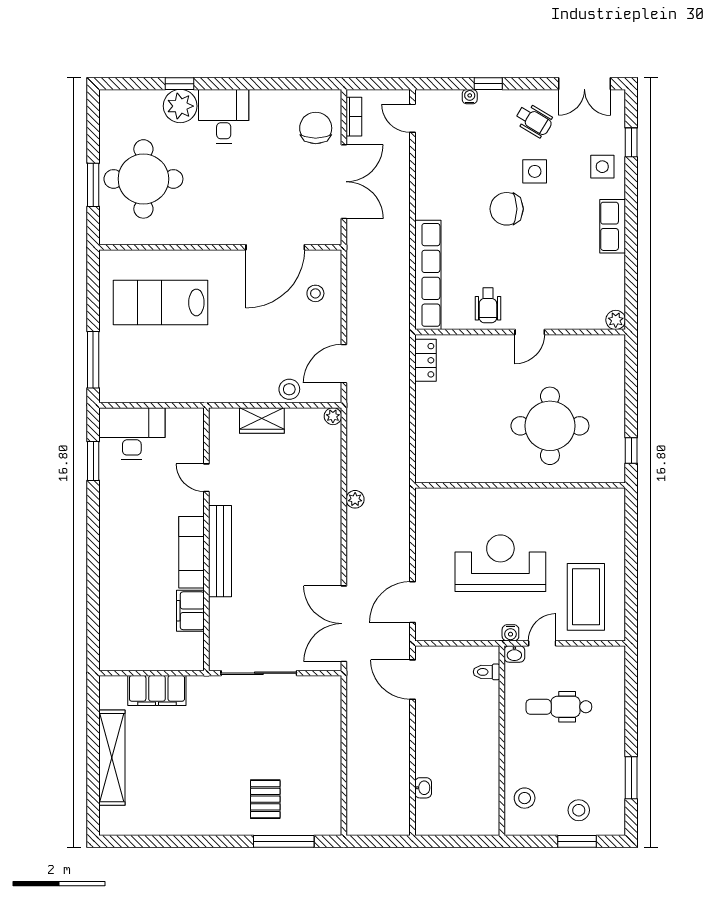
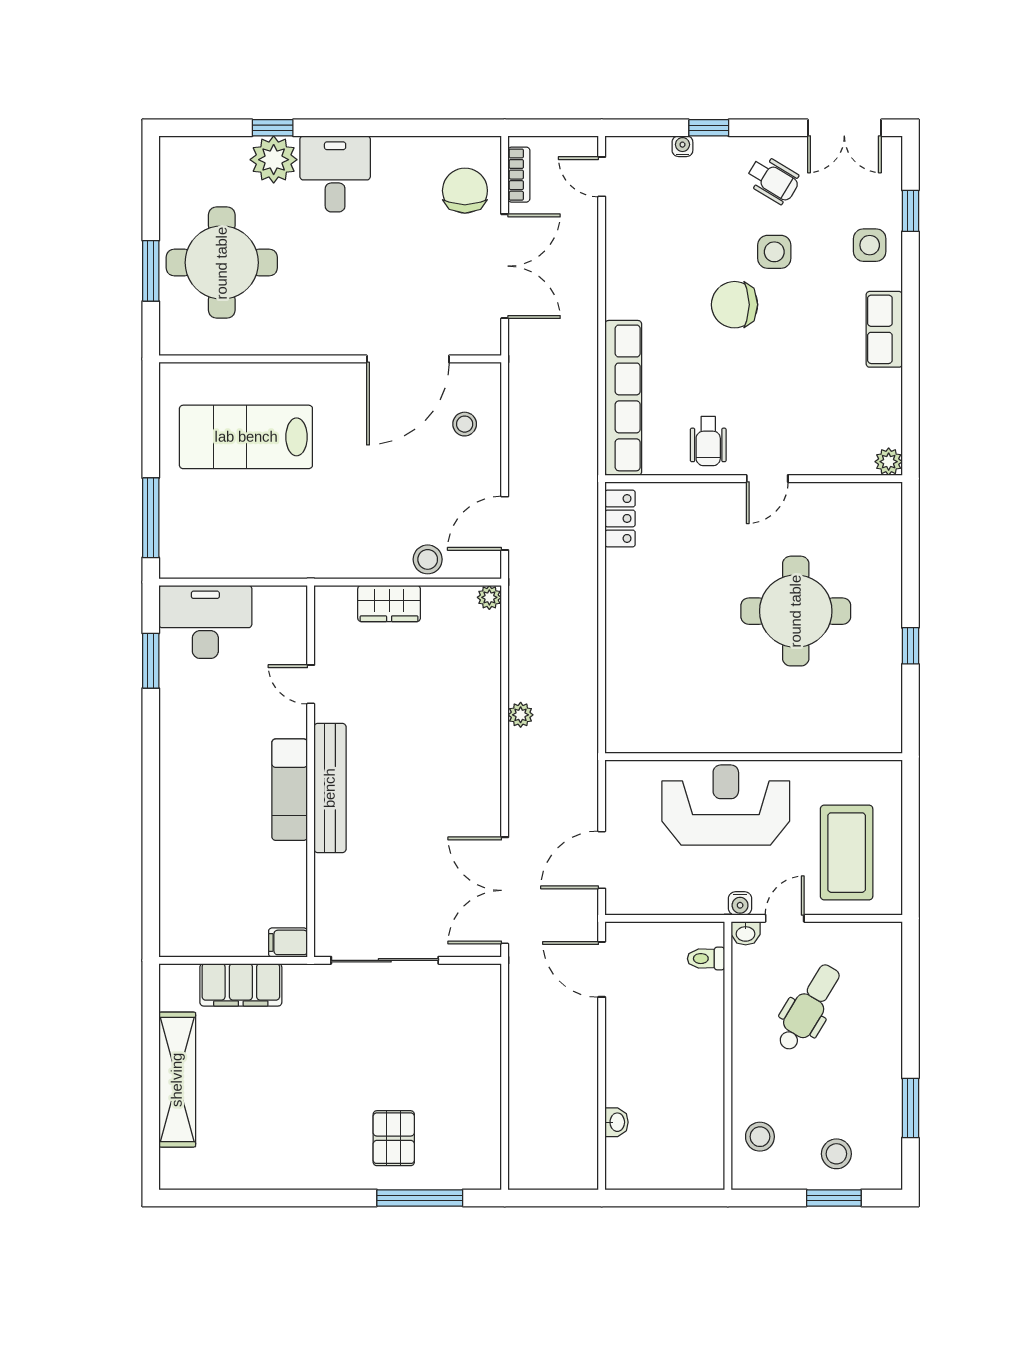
wall: (520, 485) -> (754, 757), moved
filing cabinet: (190, 611) -> (288, 942), moved, width x0.50
dental chair: (559, 707) -> (808, 1008), turned 121

